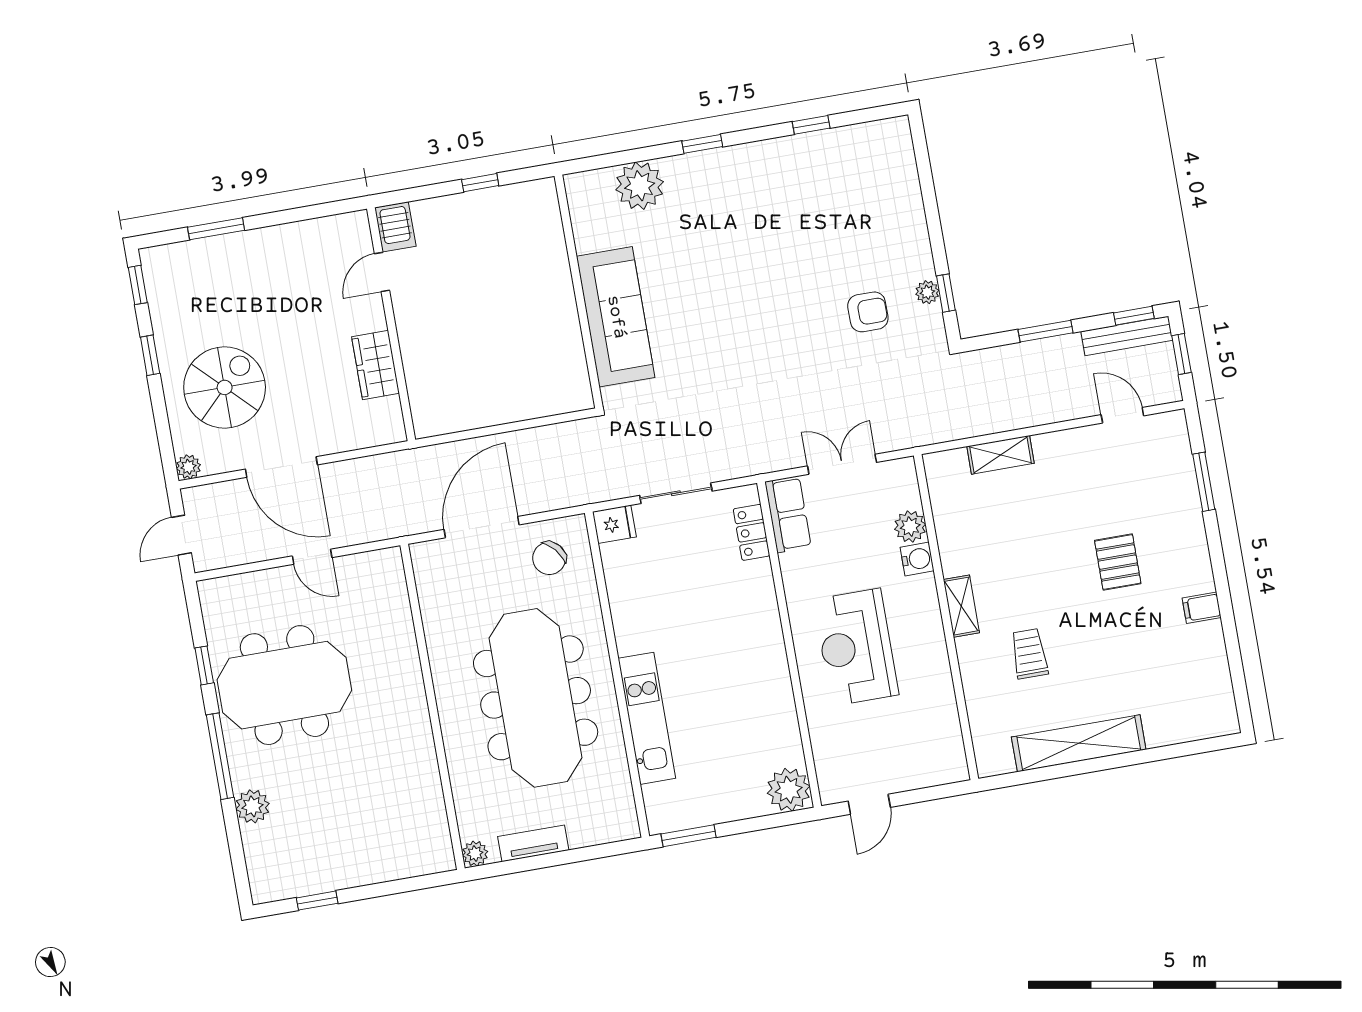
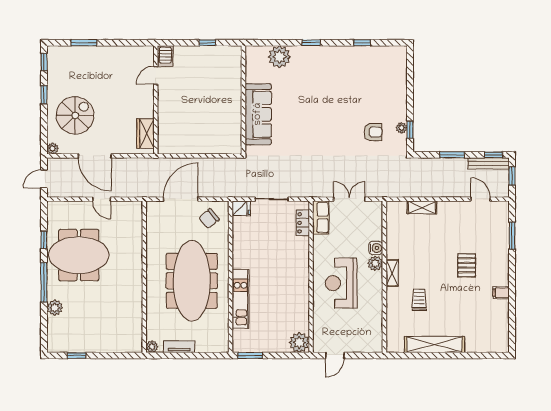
wardrobe: (375, 365) -> (145, 133), moved
plant: (910, 527) -> (375, 263), moved

